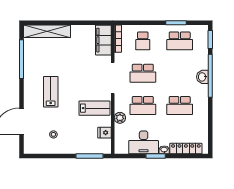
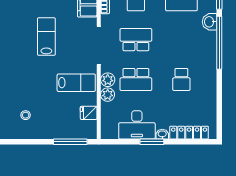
school desk: (143, 73) -> (136, 40), turned 180
washbasin: (202, 77) -> (209, 22), moved
lab bench: (51, 92) -> (46, 37), moved
school desk: (180, 105) -> (181, 79), width x0.54
plant: (120, 106) -> (108, 80), added

